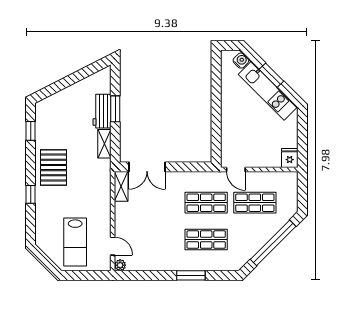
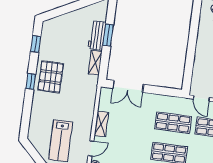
shelving: (121, 186) -> (101, 124), moved
window: (31, 194) -> (31, 81), moved
door: (113, 246) -> (91, 148), hinge flipped

